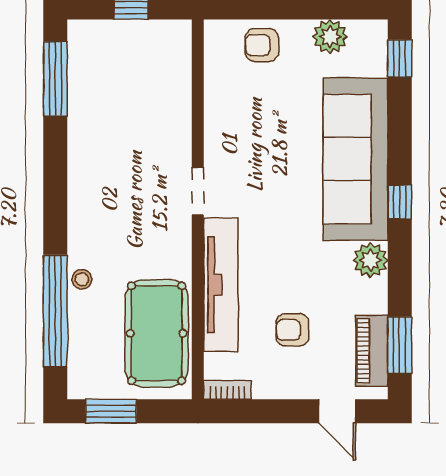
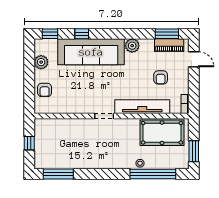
window: (400, 202) -> (82, 34), moved
door: (337, 411) -> (194, 59), hinge flipped

